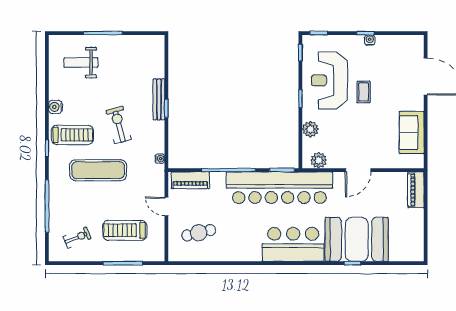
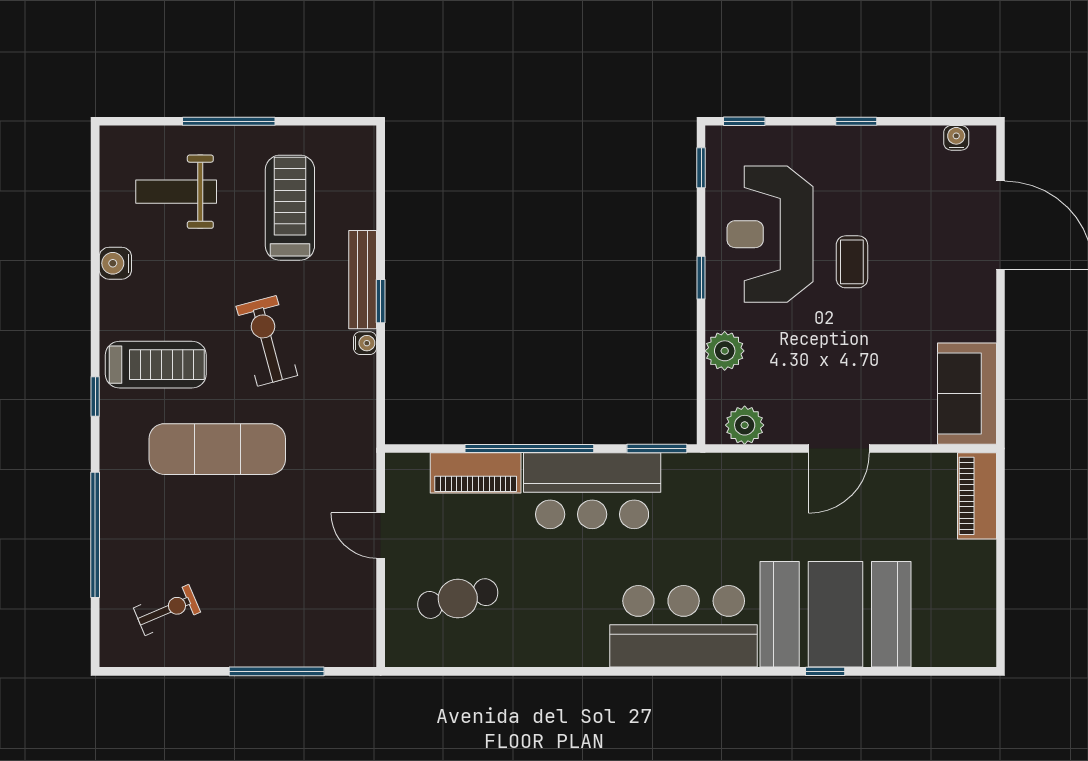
water cooler: (370, 40) -> (956, 138), moved
water cooler: (55, 107) -> (115, 263), moved
sofa: (412, 133) -> (967, 394), moved
water cooler: (160, 159) -> (365, 343), moved
piano: (190, 180) -> (476, 473), moved
bar counter: (279, 188) -> (592, 491), width x0.54
treadmill: (125, 230) -> (290, 208), moved, turned 90

